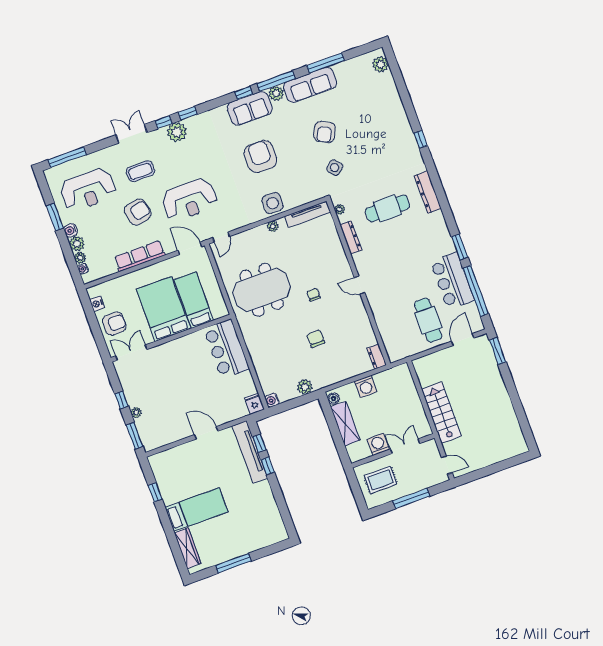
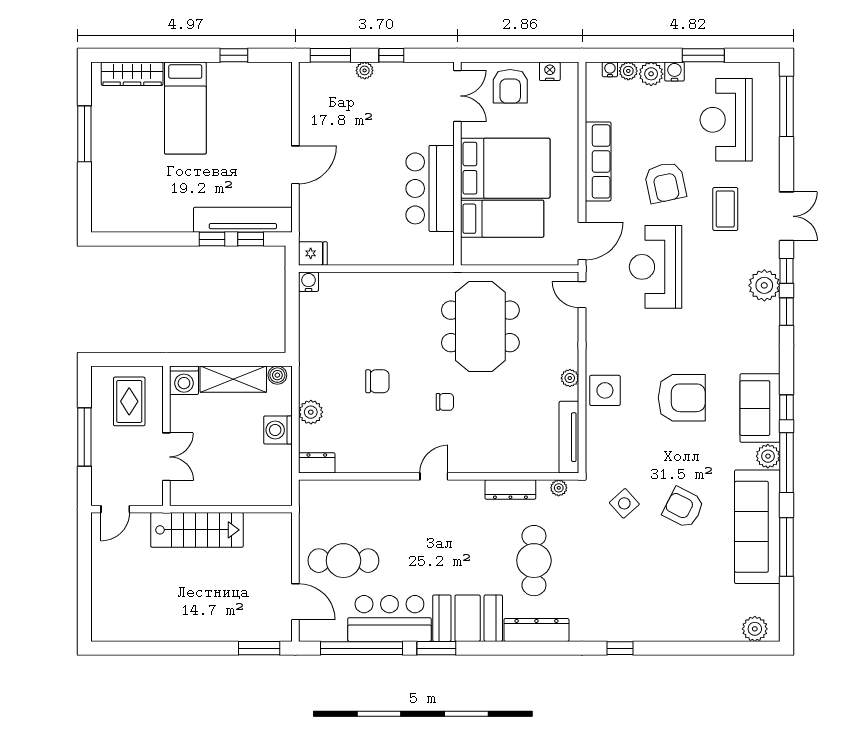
sofa: (310, 85) -> (757, 527), width x1.36, depth x1.27
booth: (436, 235) -> (468, 618), added
bar counter: (226, 349) -> (430, 188), moved, turned -90
plant: (305, 387) -> (311, 412), moved
washing machine: (378, 444) -> (184, 380), moved, turned 90

